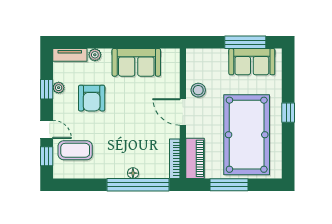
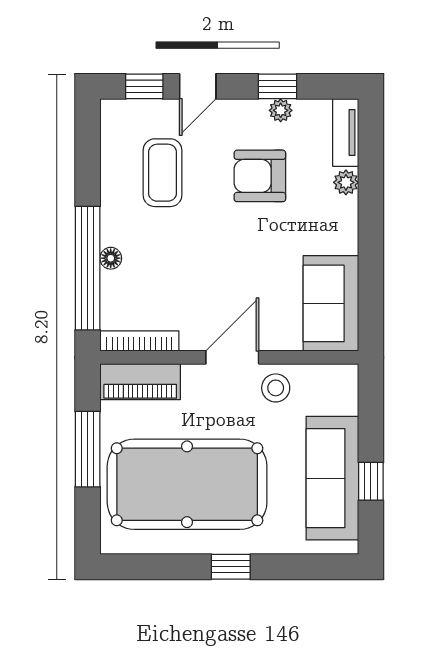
window: (245, 42) -> (371, 481), width x0.46
sofa: (136, 62) -> (331, 303), moved
sofa: (252, 62) -> (332, 478), width x1.36
coffee table: (75, 150) -> (163, 173), moved

